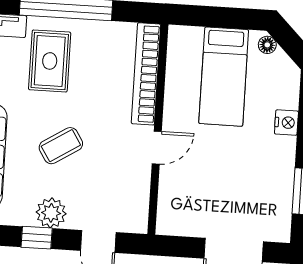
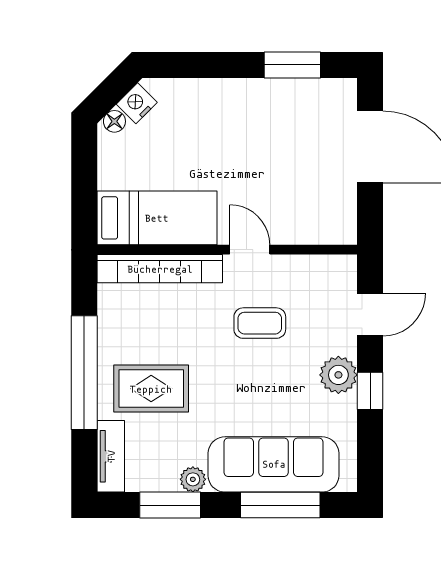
bed: (224, 77) -> (157, 218), moved
nightstand: (286, 123) -> (137, 103), moved, turned -45
coffee table: (61, 146) -> (260, 323), moved, turned -58

